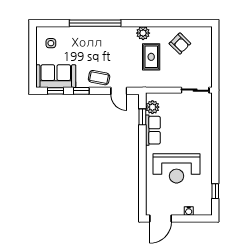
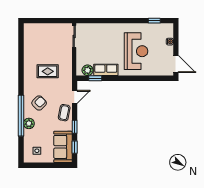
plant: (143, 33) -> (29, 123), moved
armchair: (180, 44) -> (39, 103), moved

